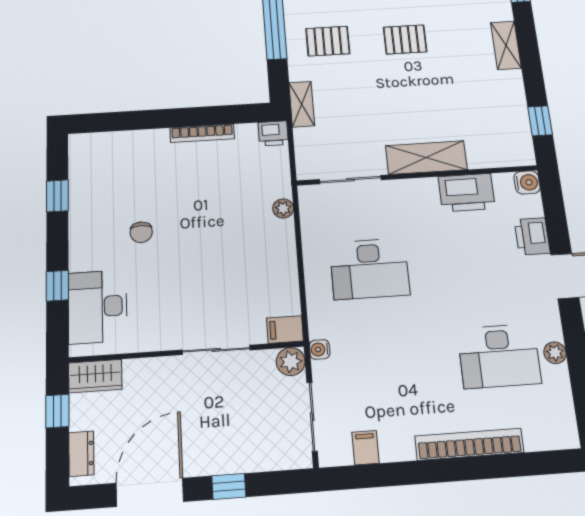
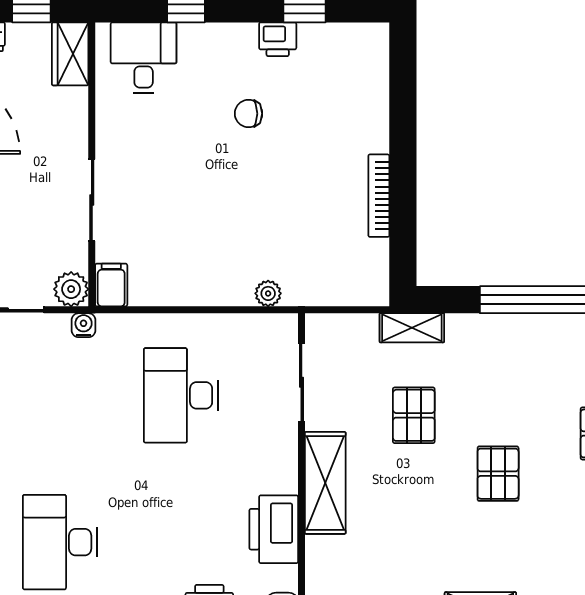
pallet: (328, 41) -> (414, 415), moved
printer: (273, 133) -> (278, 39), moved, turned -90
desk: (98, 307) -> (144, 58), width x0.73

